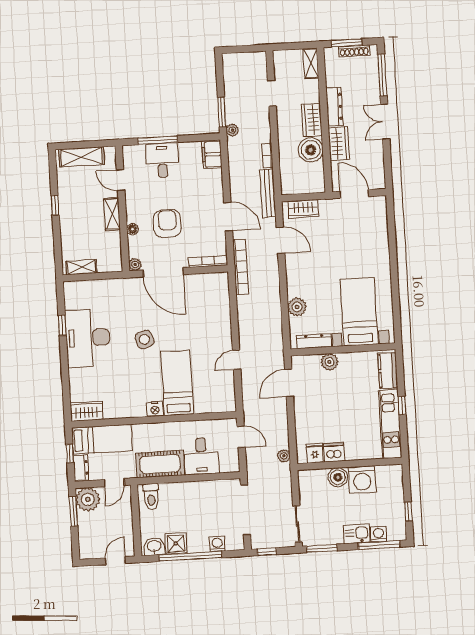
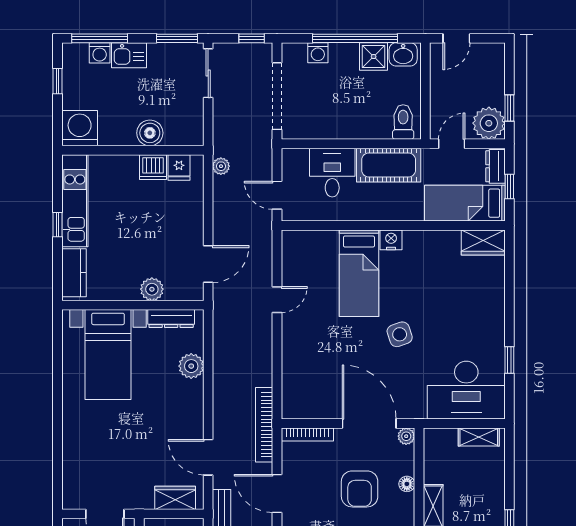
desk: (88, 338) -> (466, 390), moved, turned 90
washing machine: (362, 479) -> (80, 128), moved
window: (73, 512) -> (509, 108), width x0.67

